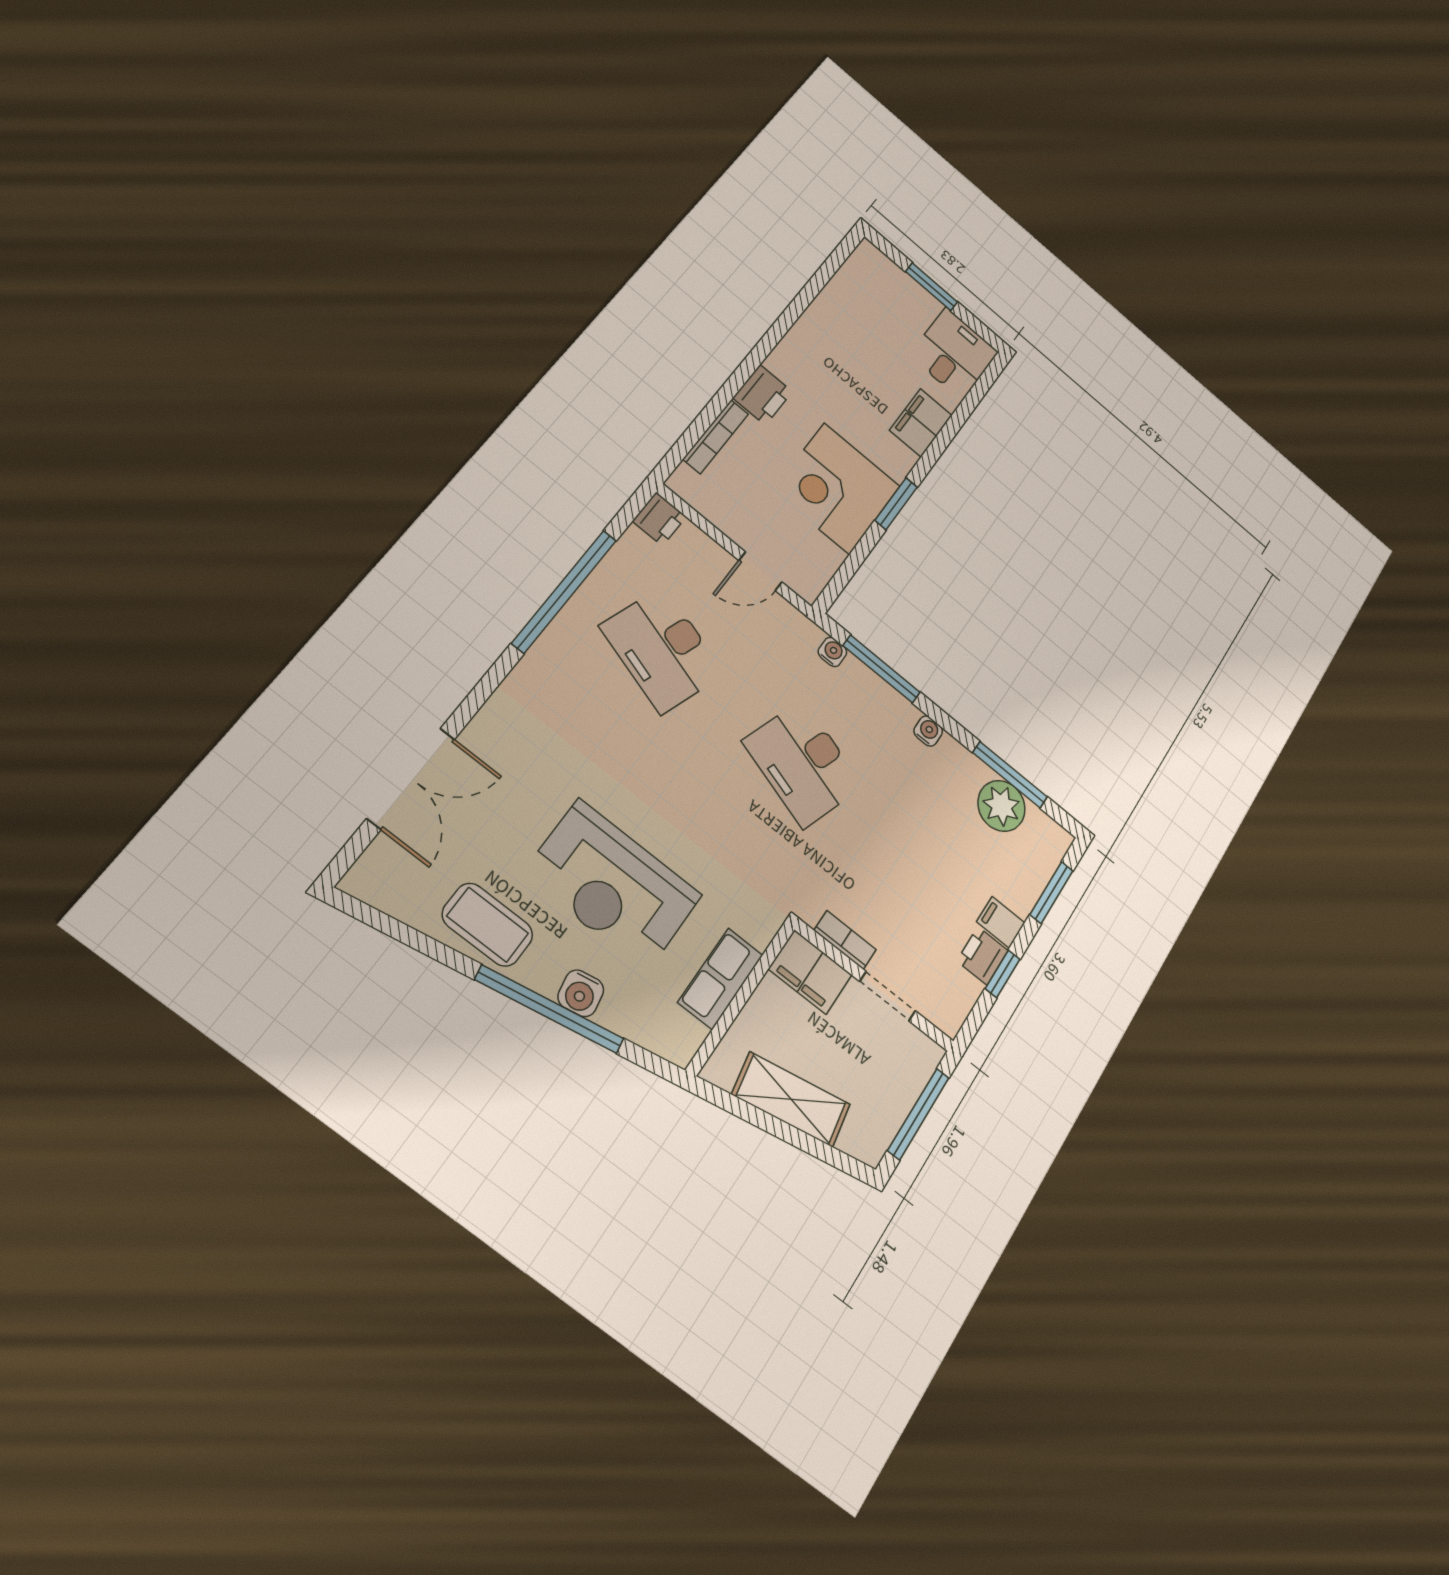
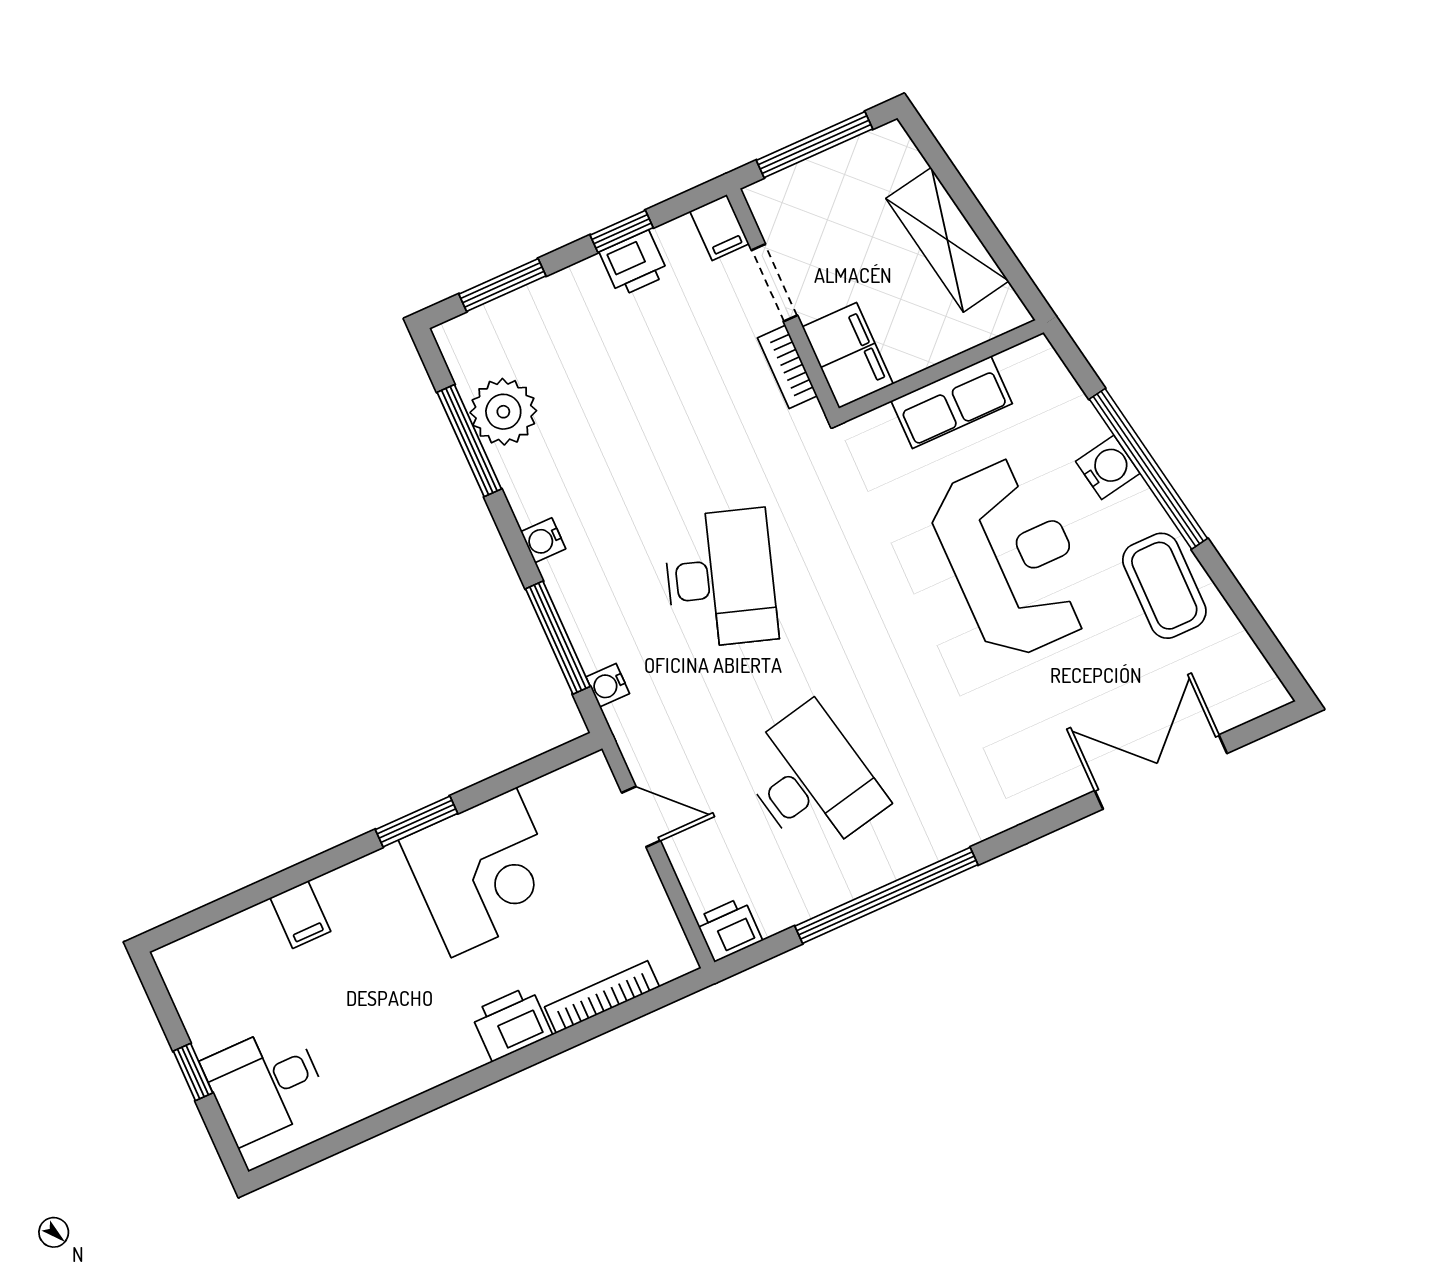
window: (932, 287) -> (193, 1072), width x0.67
desk: (954, 354) -> (265, 1084), moved
filing cabinet: (921, 423) -> (300, 915), width x0.50
desk: (662, 650) -> (811, 781), turned -30
filing cabinet: (1001, 922) -> (719, 228), moved

